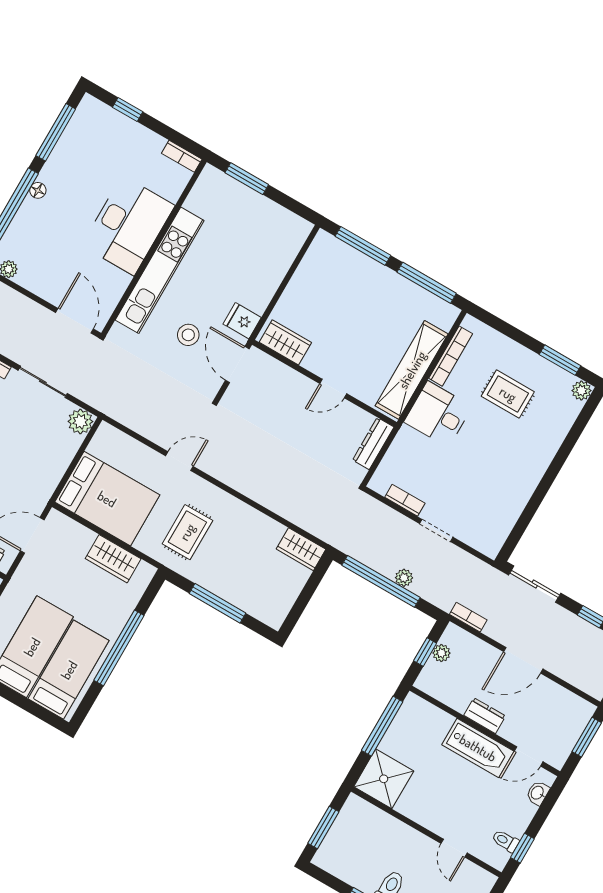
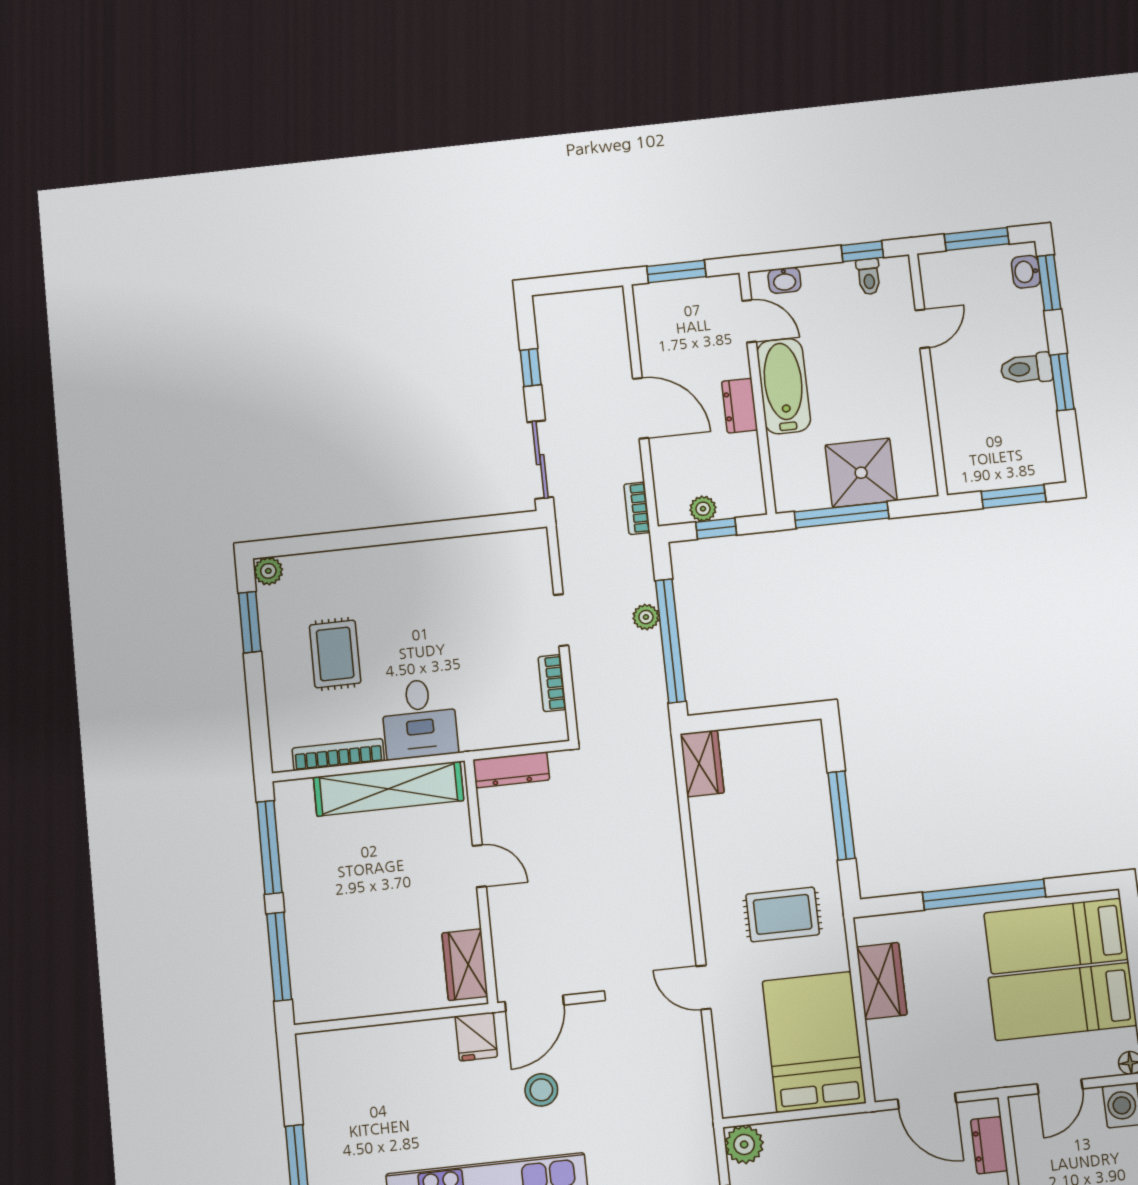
shower: (384, 779) -> (861, 473), moved

